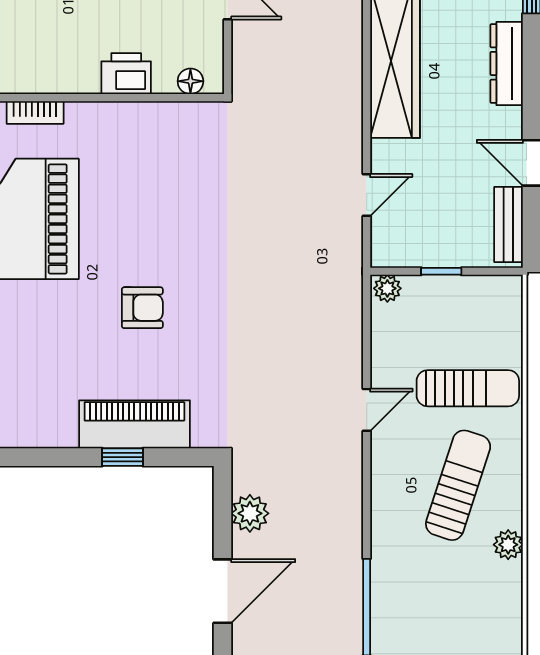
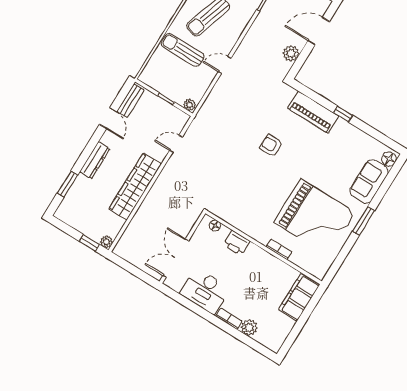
armchair: (142, 308) -> (271, 146), moved
window: (123, 457) -> (343, 114), moved

